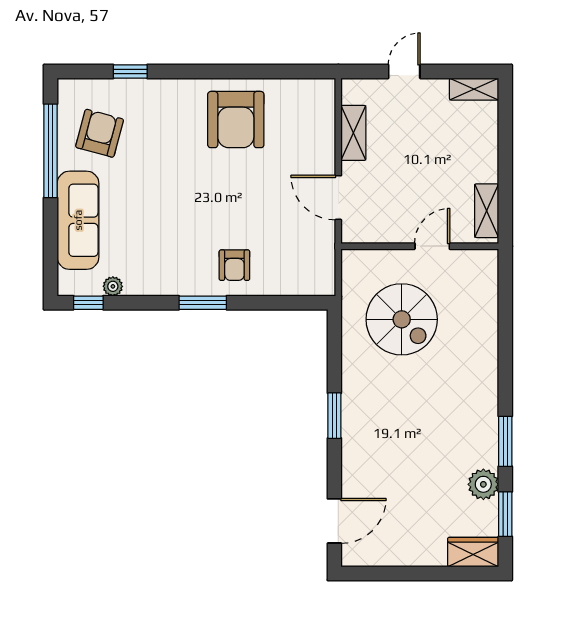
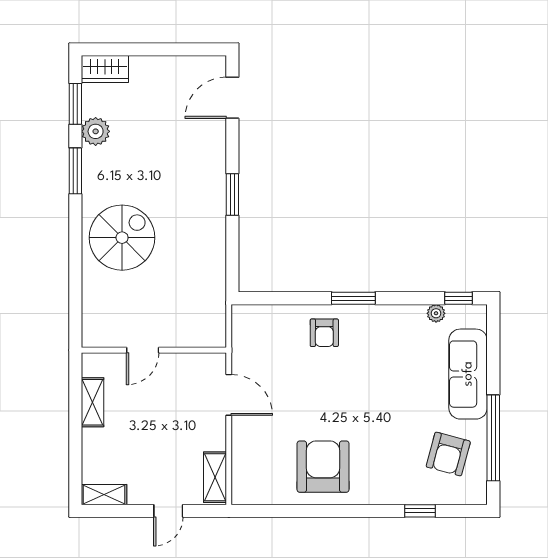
shelving: (353, 133) -> (215, 477), moved
shelving: (487, 211) -> (93, 402), moved
armchair: (234, 265) -> (324, 333), turned 180
spiral stairs: (402, 319) -> (122, 238), moved, turned 90

